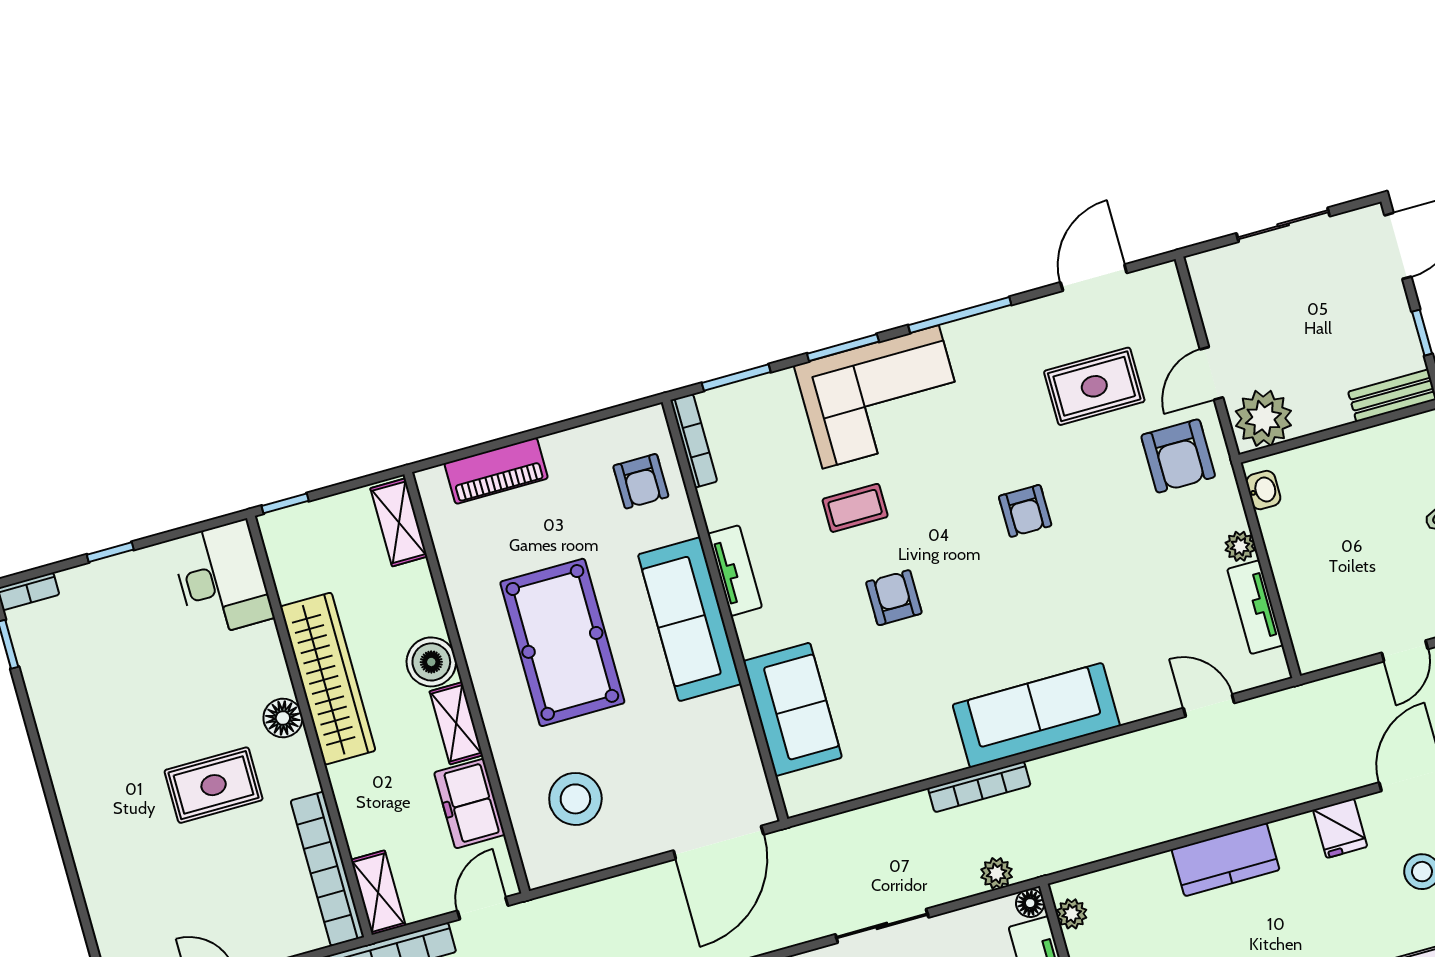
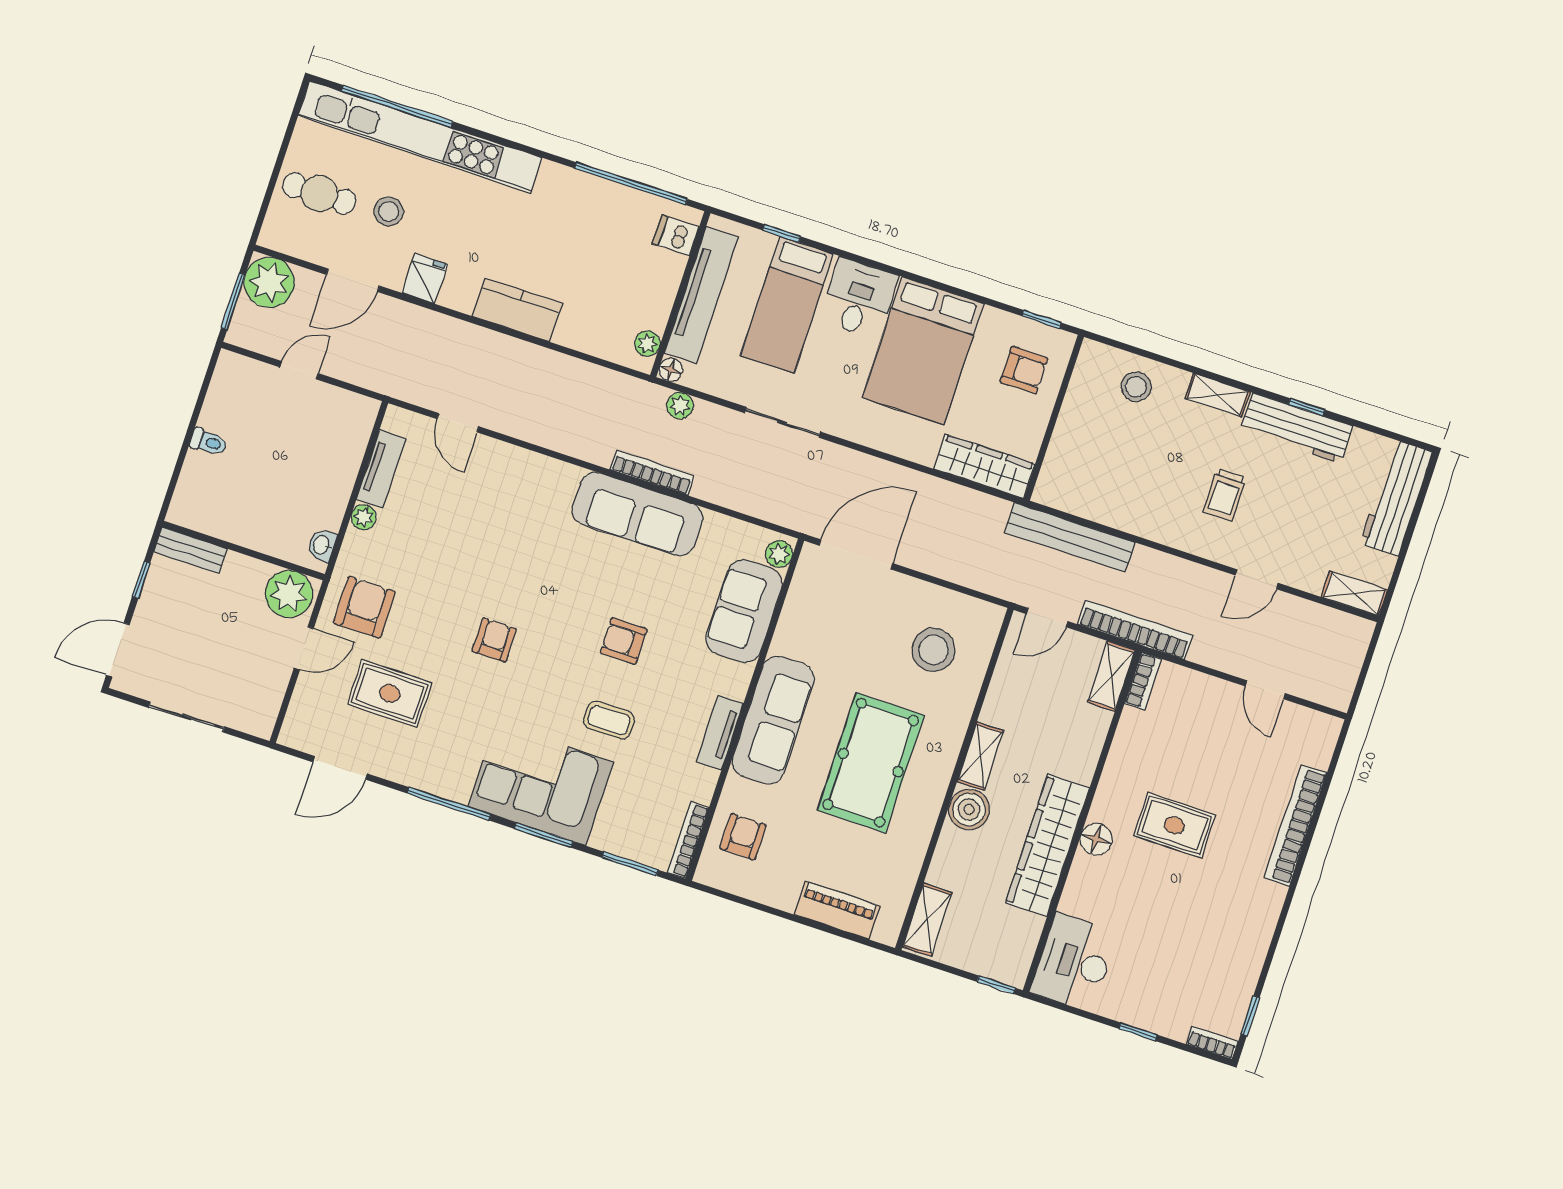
armchair: (894, 598) -> (624, 641), turned 90
sofa: (1036, 715) -> (637, 514), moved
plant: (796, 791) -> (779, 554), added
freezer: (470, 804) -> (1008, 695), removed
bookcase: (91, 867) -> (1295, 825), added
bookcase: (327, 869) -> (1143, 681), width x0.43, depth x0.76

